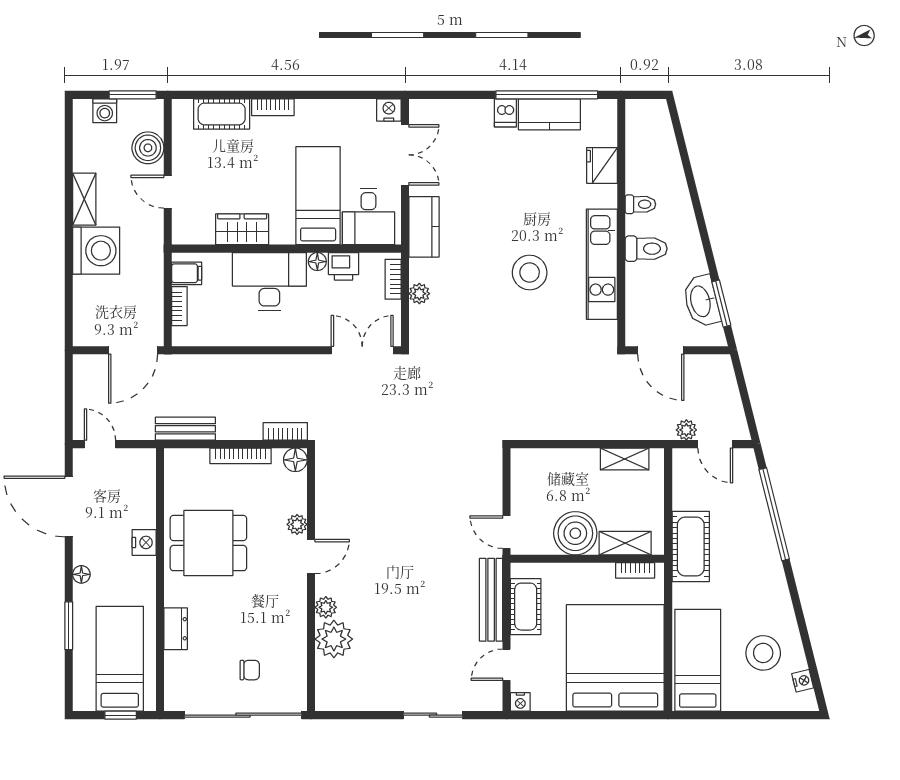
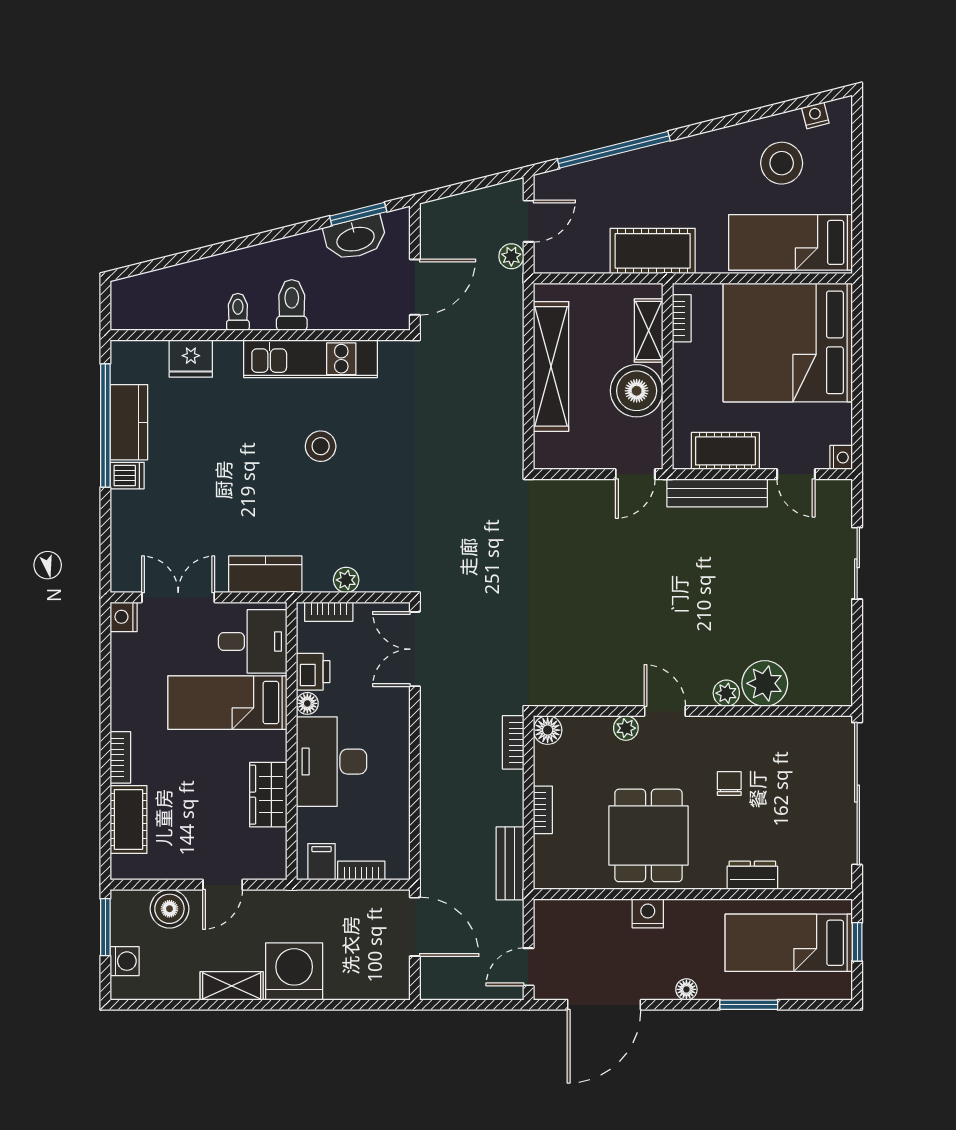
stool: (530, 272) -> (321, 446), width x0.73, depth x0.73
bookcase: (241, 456) -> (543, 810), width x0.64
shelving: (625, 459) -> (551, 366), width x2.20, depth x1.33
chair: (250, 670) -> (729, 784), moved

